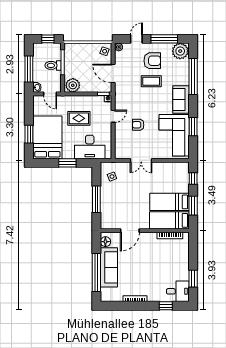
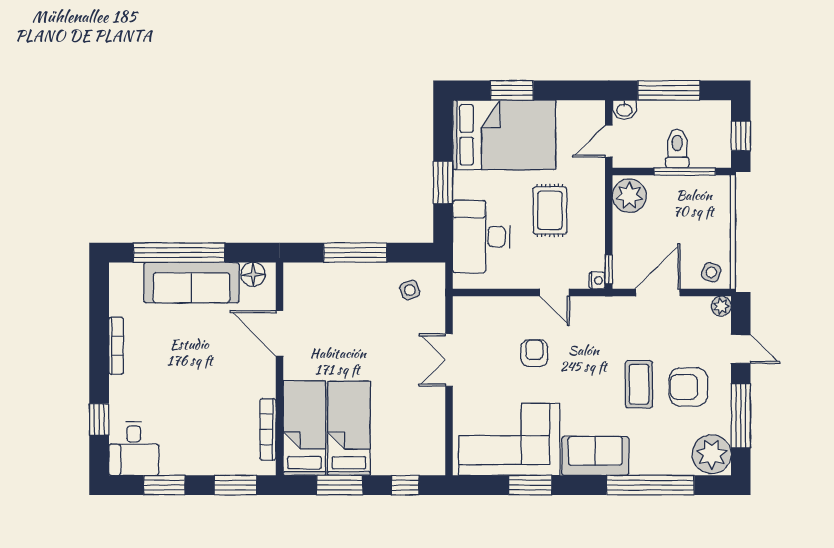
armchair: (152, 61) -> (688, 387), turned 90
window: (193, 249) -> (235, 485), added

